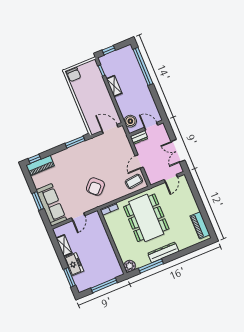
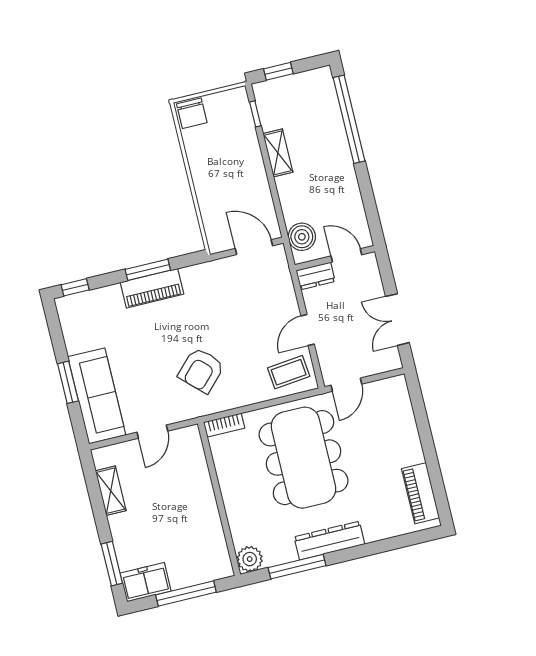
window: (75, 142) -> (148, 270), moved
piano: (40, 166) -> (152, 288), moved
door: (171, 178) -> (346, 385), moved
freezer: (74, 264) -> (146, 582), moved, turned -90

